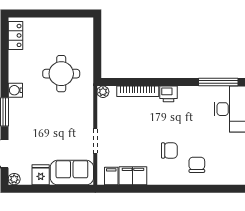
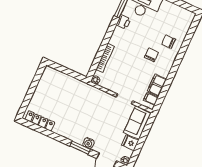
locker: (15, 35) -> (40, 121), width x1.53
round table: (61, 74) -> (72, 101), removed
water cooler: (15, 90) -> (88, 143), moved
printer: (168, 94) -> (123, 22), moved

